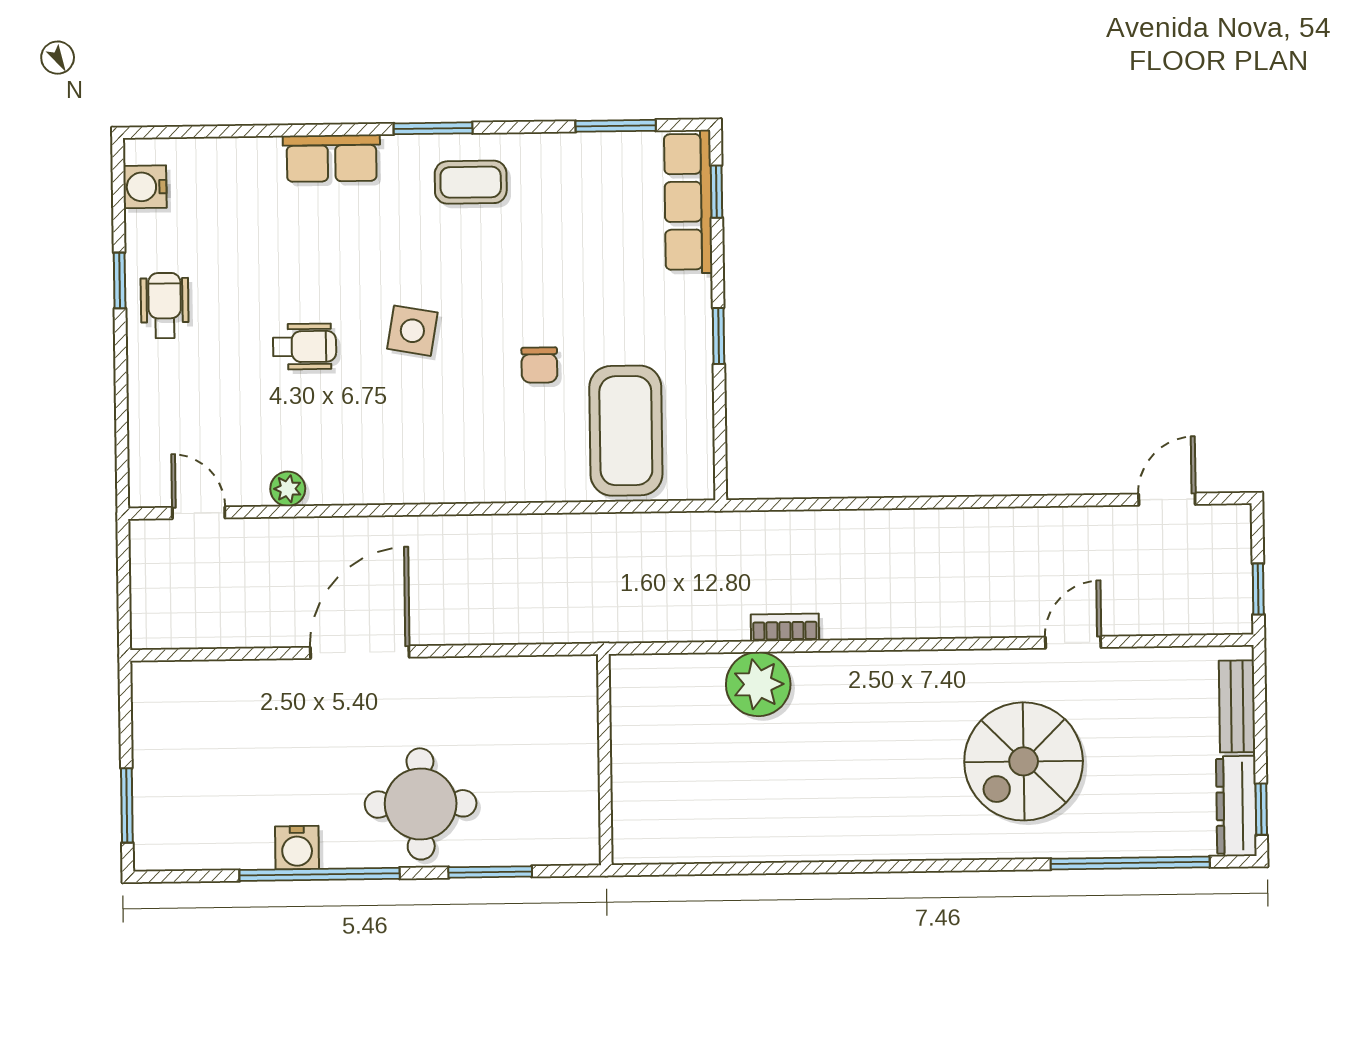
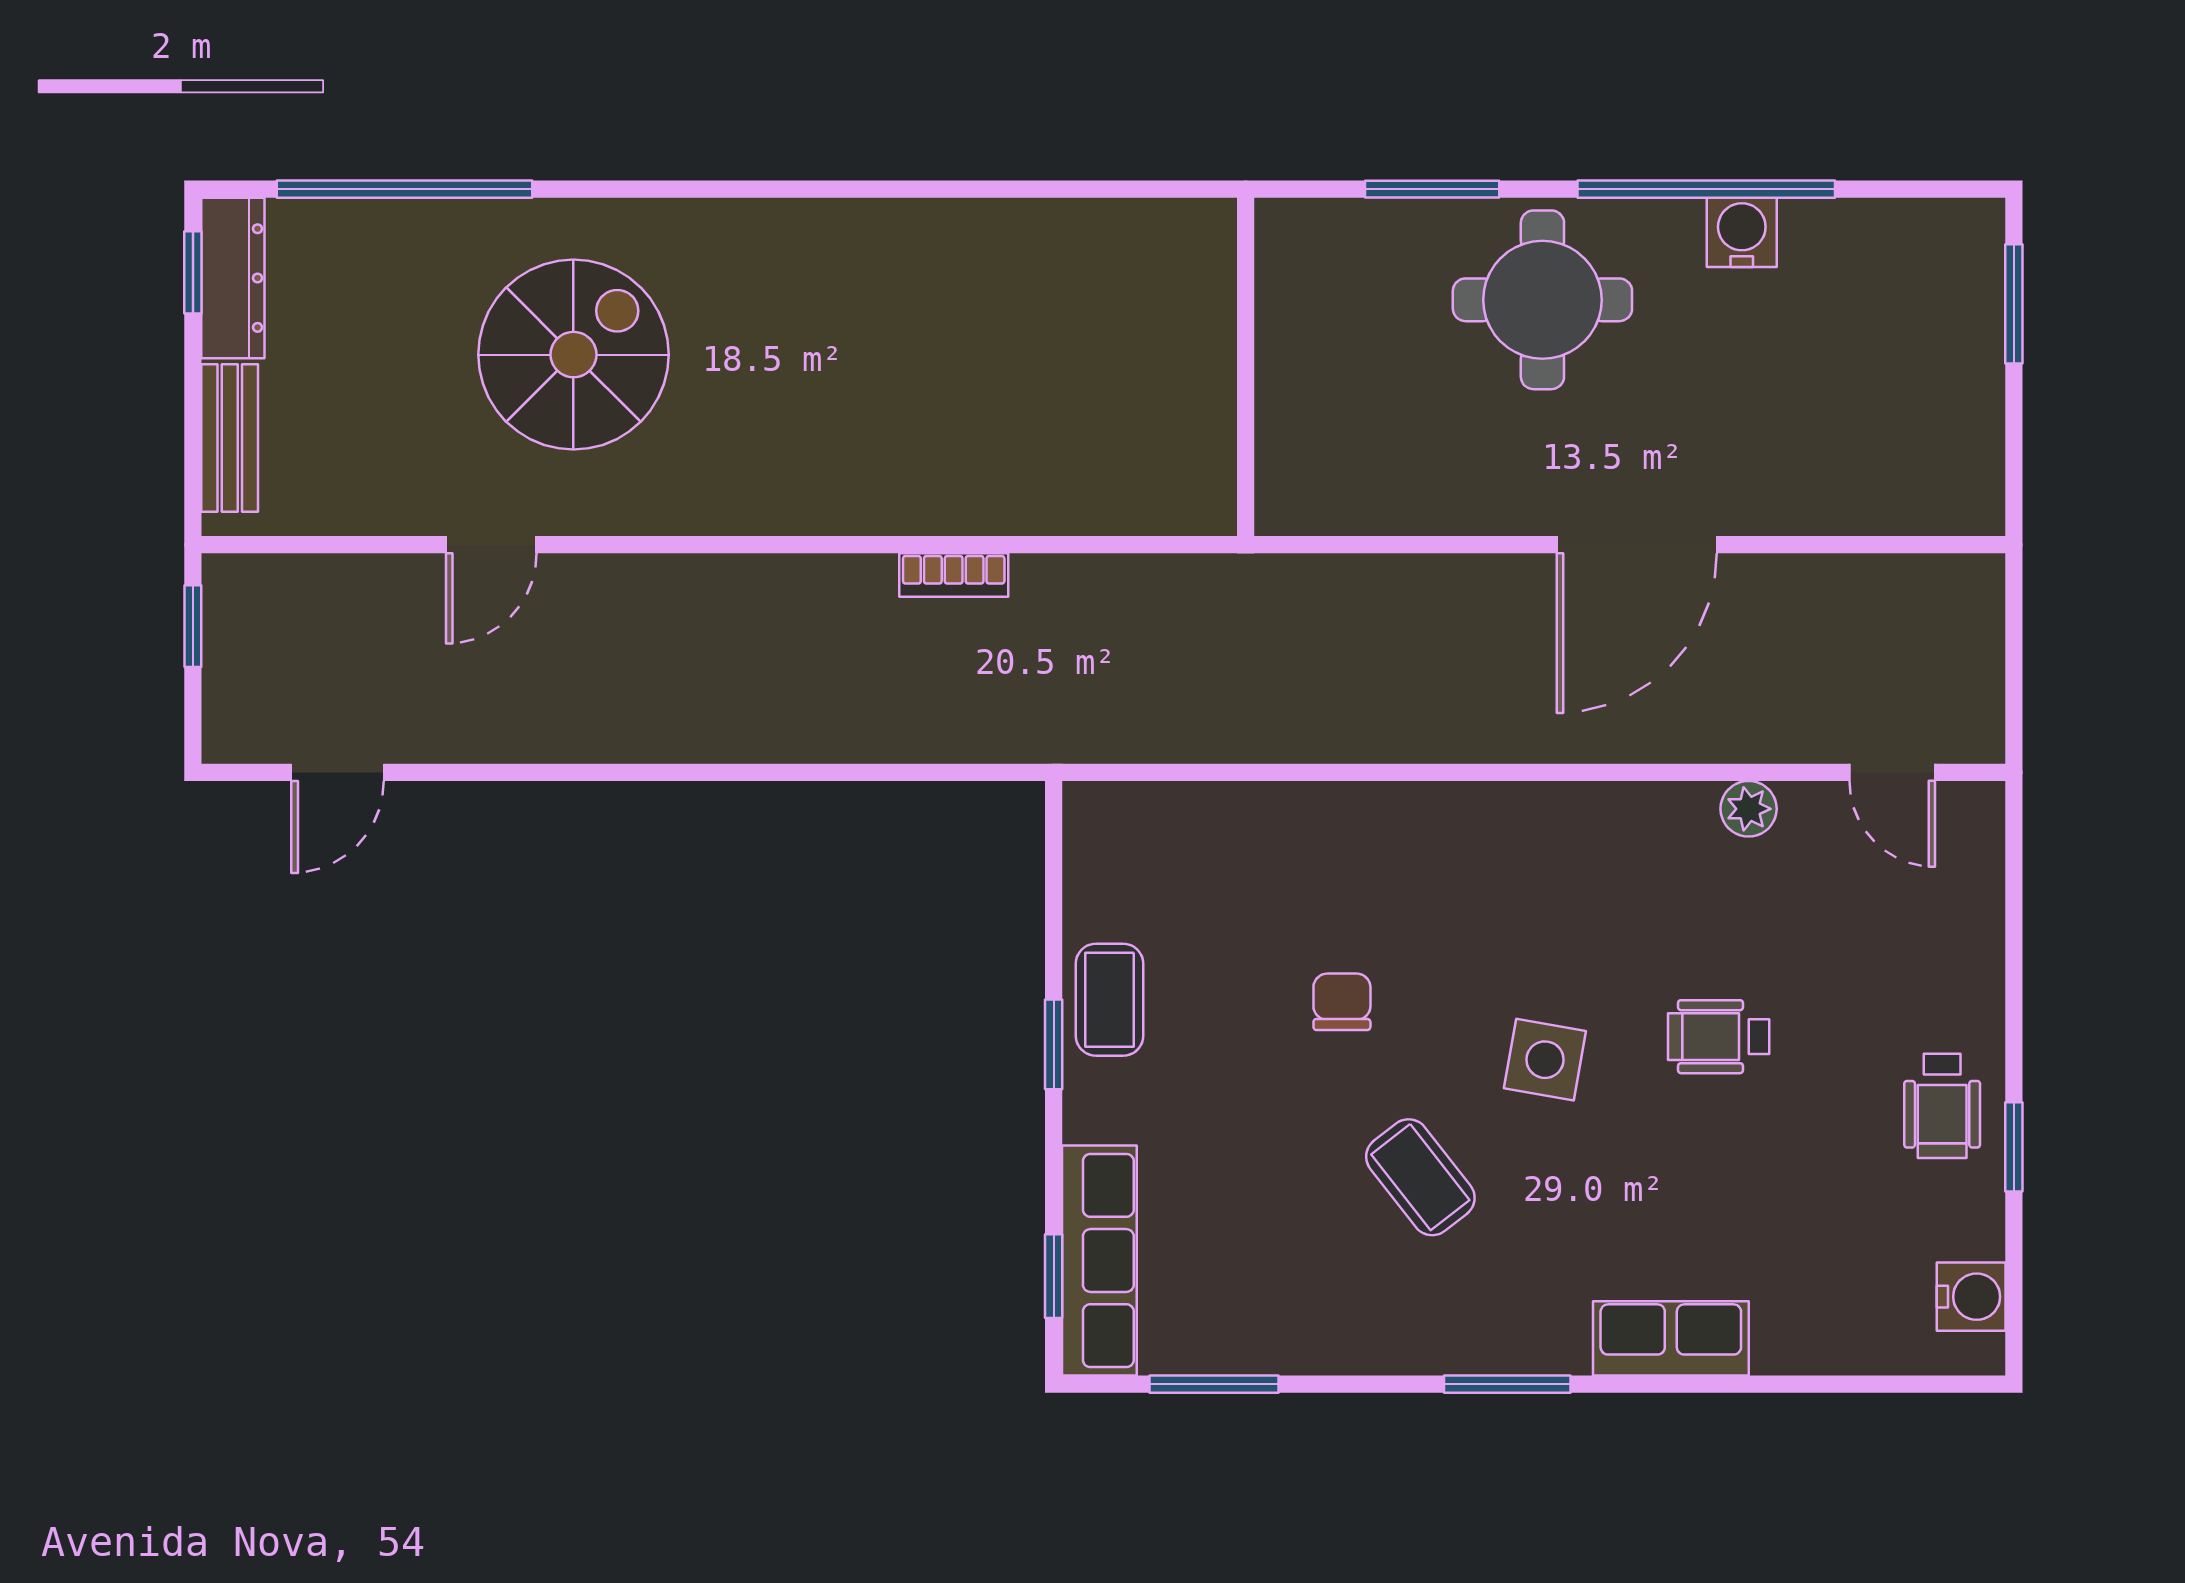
coffee table: (471, 182) -> (1420, 1177), moved, turned 52
coffee table: (626, 431) -> (1110, 1000), moved, width x0.54, depth x0.58
plant: (758, 684) -> (998, 485), removed

